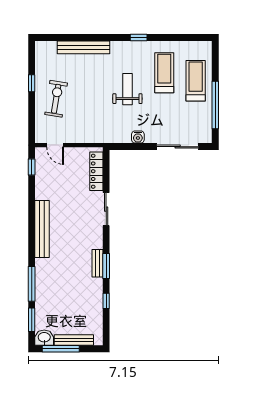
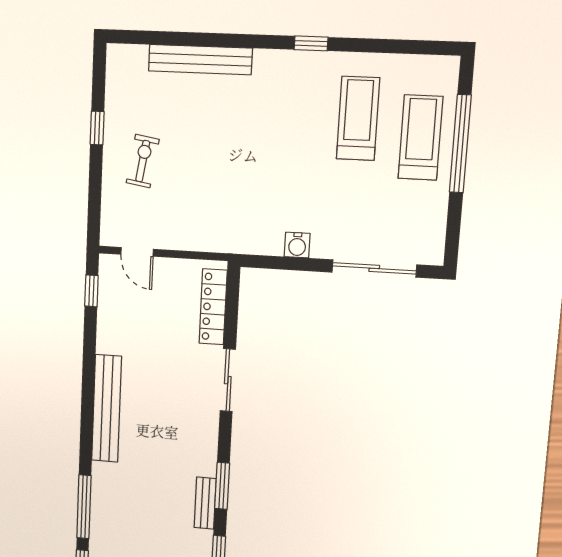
weight bench: (127, 89) -> (282, 148), removed
exercise bike: (56, 99) -> (143, 161), width x0.73, depth x0.72
window: (215, 105) -> (460, 144), moved
bench: (98, 263) -> (205, 503), moved

